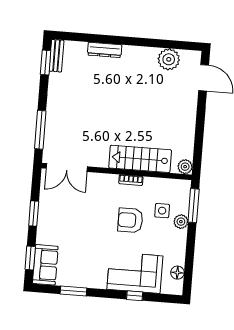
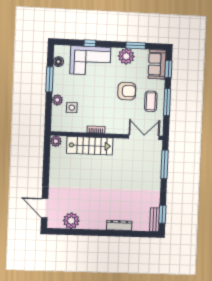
window: (194, 206) -> (50, 79), moved
window: (34, 214) -> (167, 102), width x1.44
coffee table: (56, 215) -> (151, 101), added
armchair: (130, 220) -> (127, 91), moved
plant: (86, 277) -> (126, 56), added

